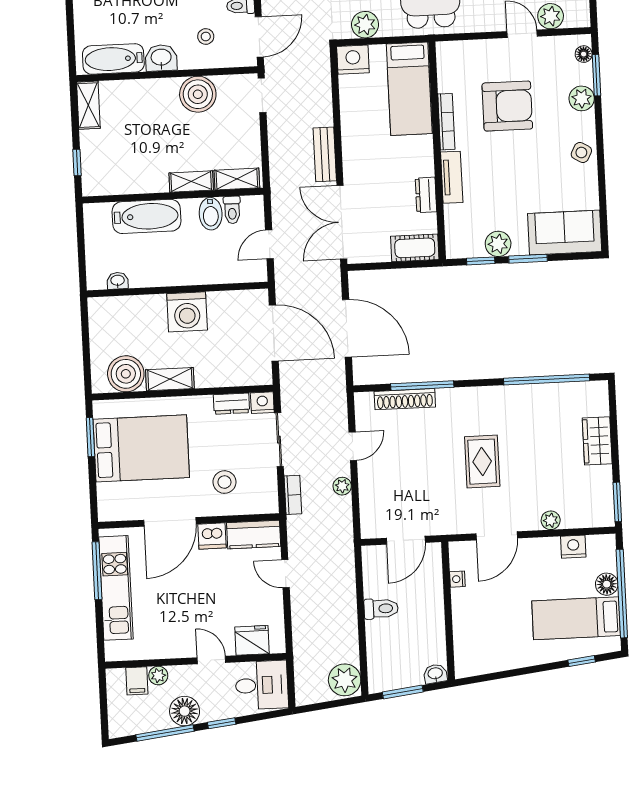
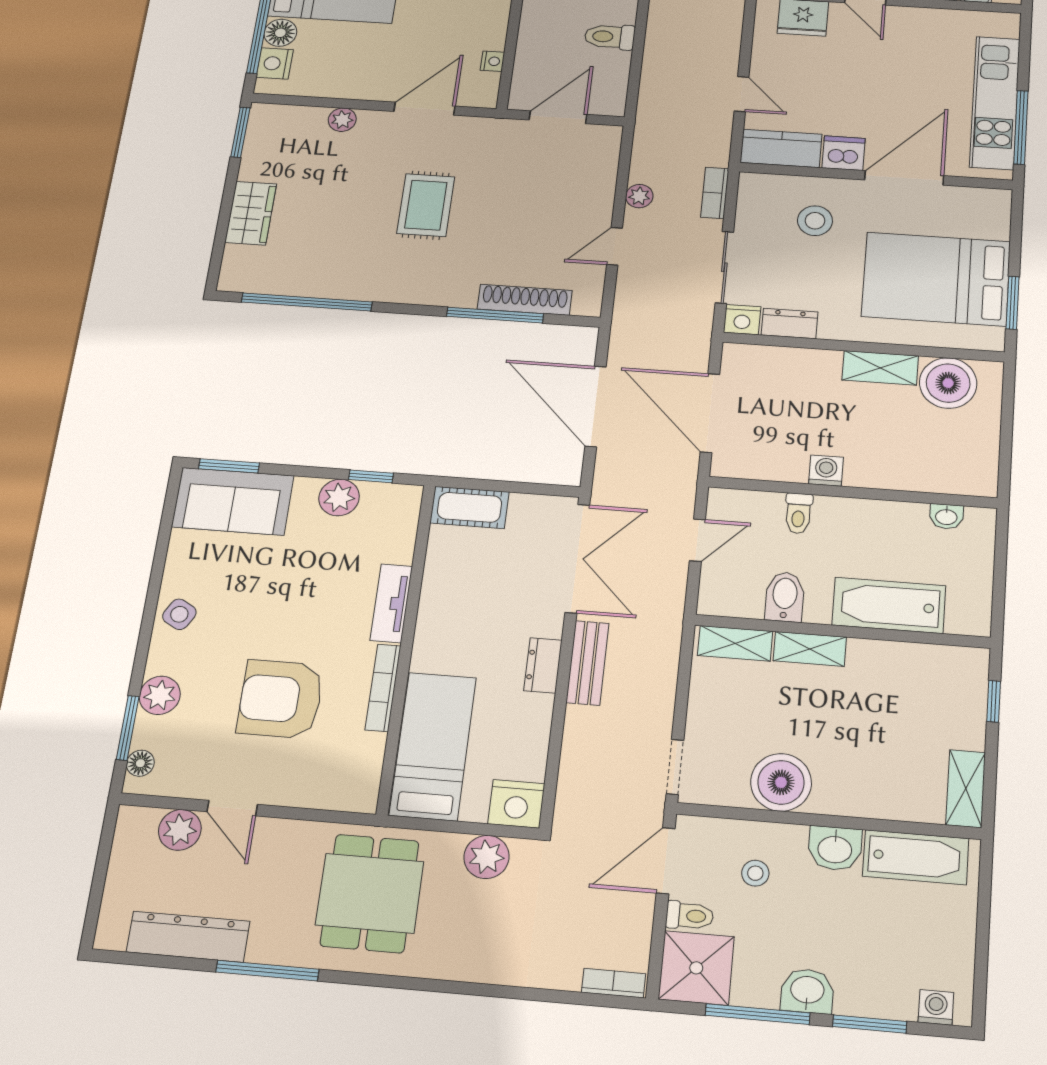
dresser: (426, 195) -> (543, 665), moved, turned 180
toilet: (232, 210) -> (798, 513), moved, turned 180
window: (528, 259) -> (229, 466), moved
washing machine: (187, 312) -> (826, 471), width x0.53, depth x0.53
nightstand: (573, 547) -> (275, 63), moved, turned 90

